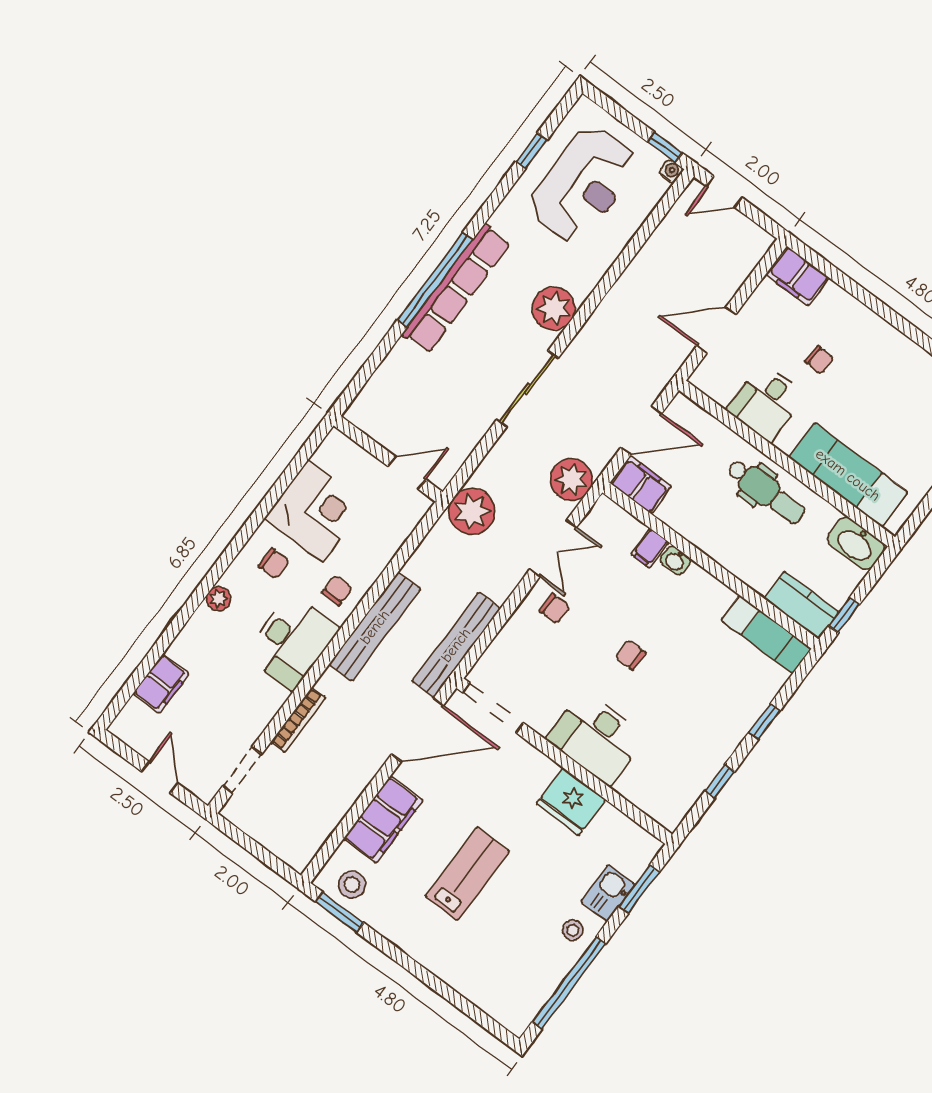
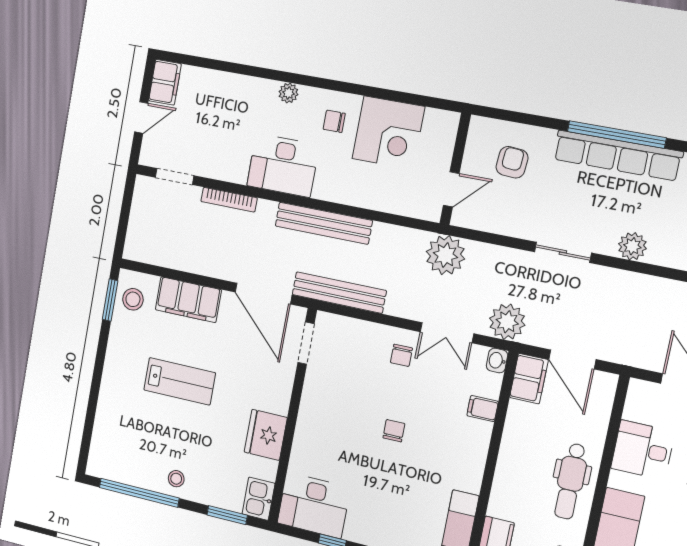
plant: (554, 308) -> (632, 246), width x0.73, depth x0.73
sliding door: (527, 389) -> (563, 252), width x0.73
armchair: (410, 397) -> (512, 162), added
door: (407, 473) -> (451, 189), hinge flipped
washbasin: (675, 561) -> (497, 361), moved
chair: (274, 563) -> (334, 121), turned 90
chair: (337, 590) -> (337, 180), removed
filing cabinet: (161, 684) -> (165, 82), moved, turned -90
doorway: (493, 708) -> (306, 343), width x0.73
desk: (596, 738) -> (314, 505), moved, turned -90
kitchen sink: (608, 893) -> (258, 499), moved, turned -90

